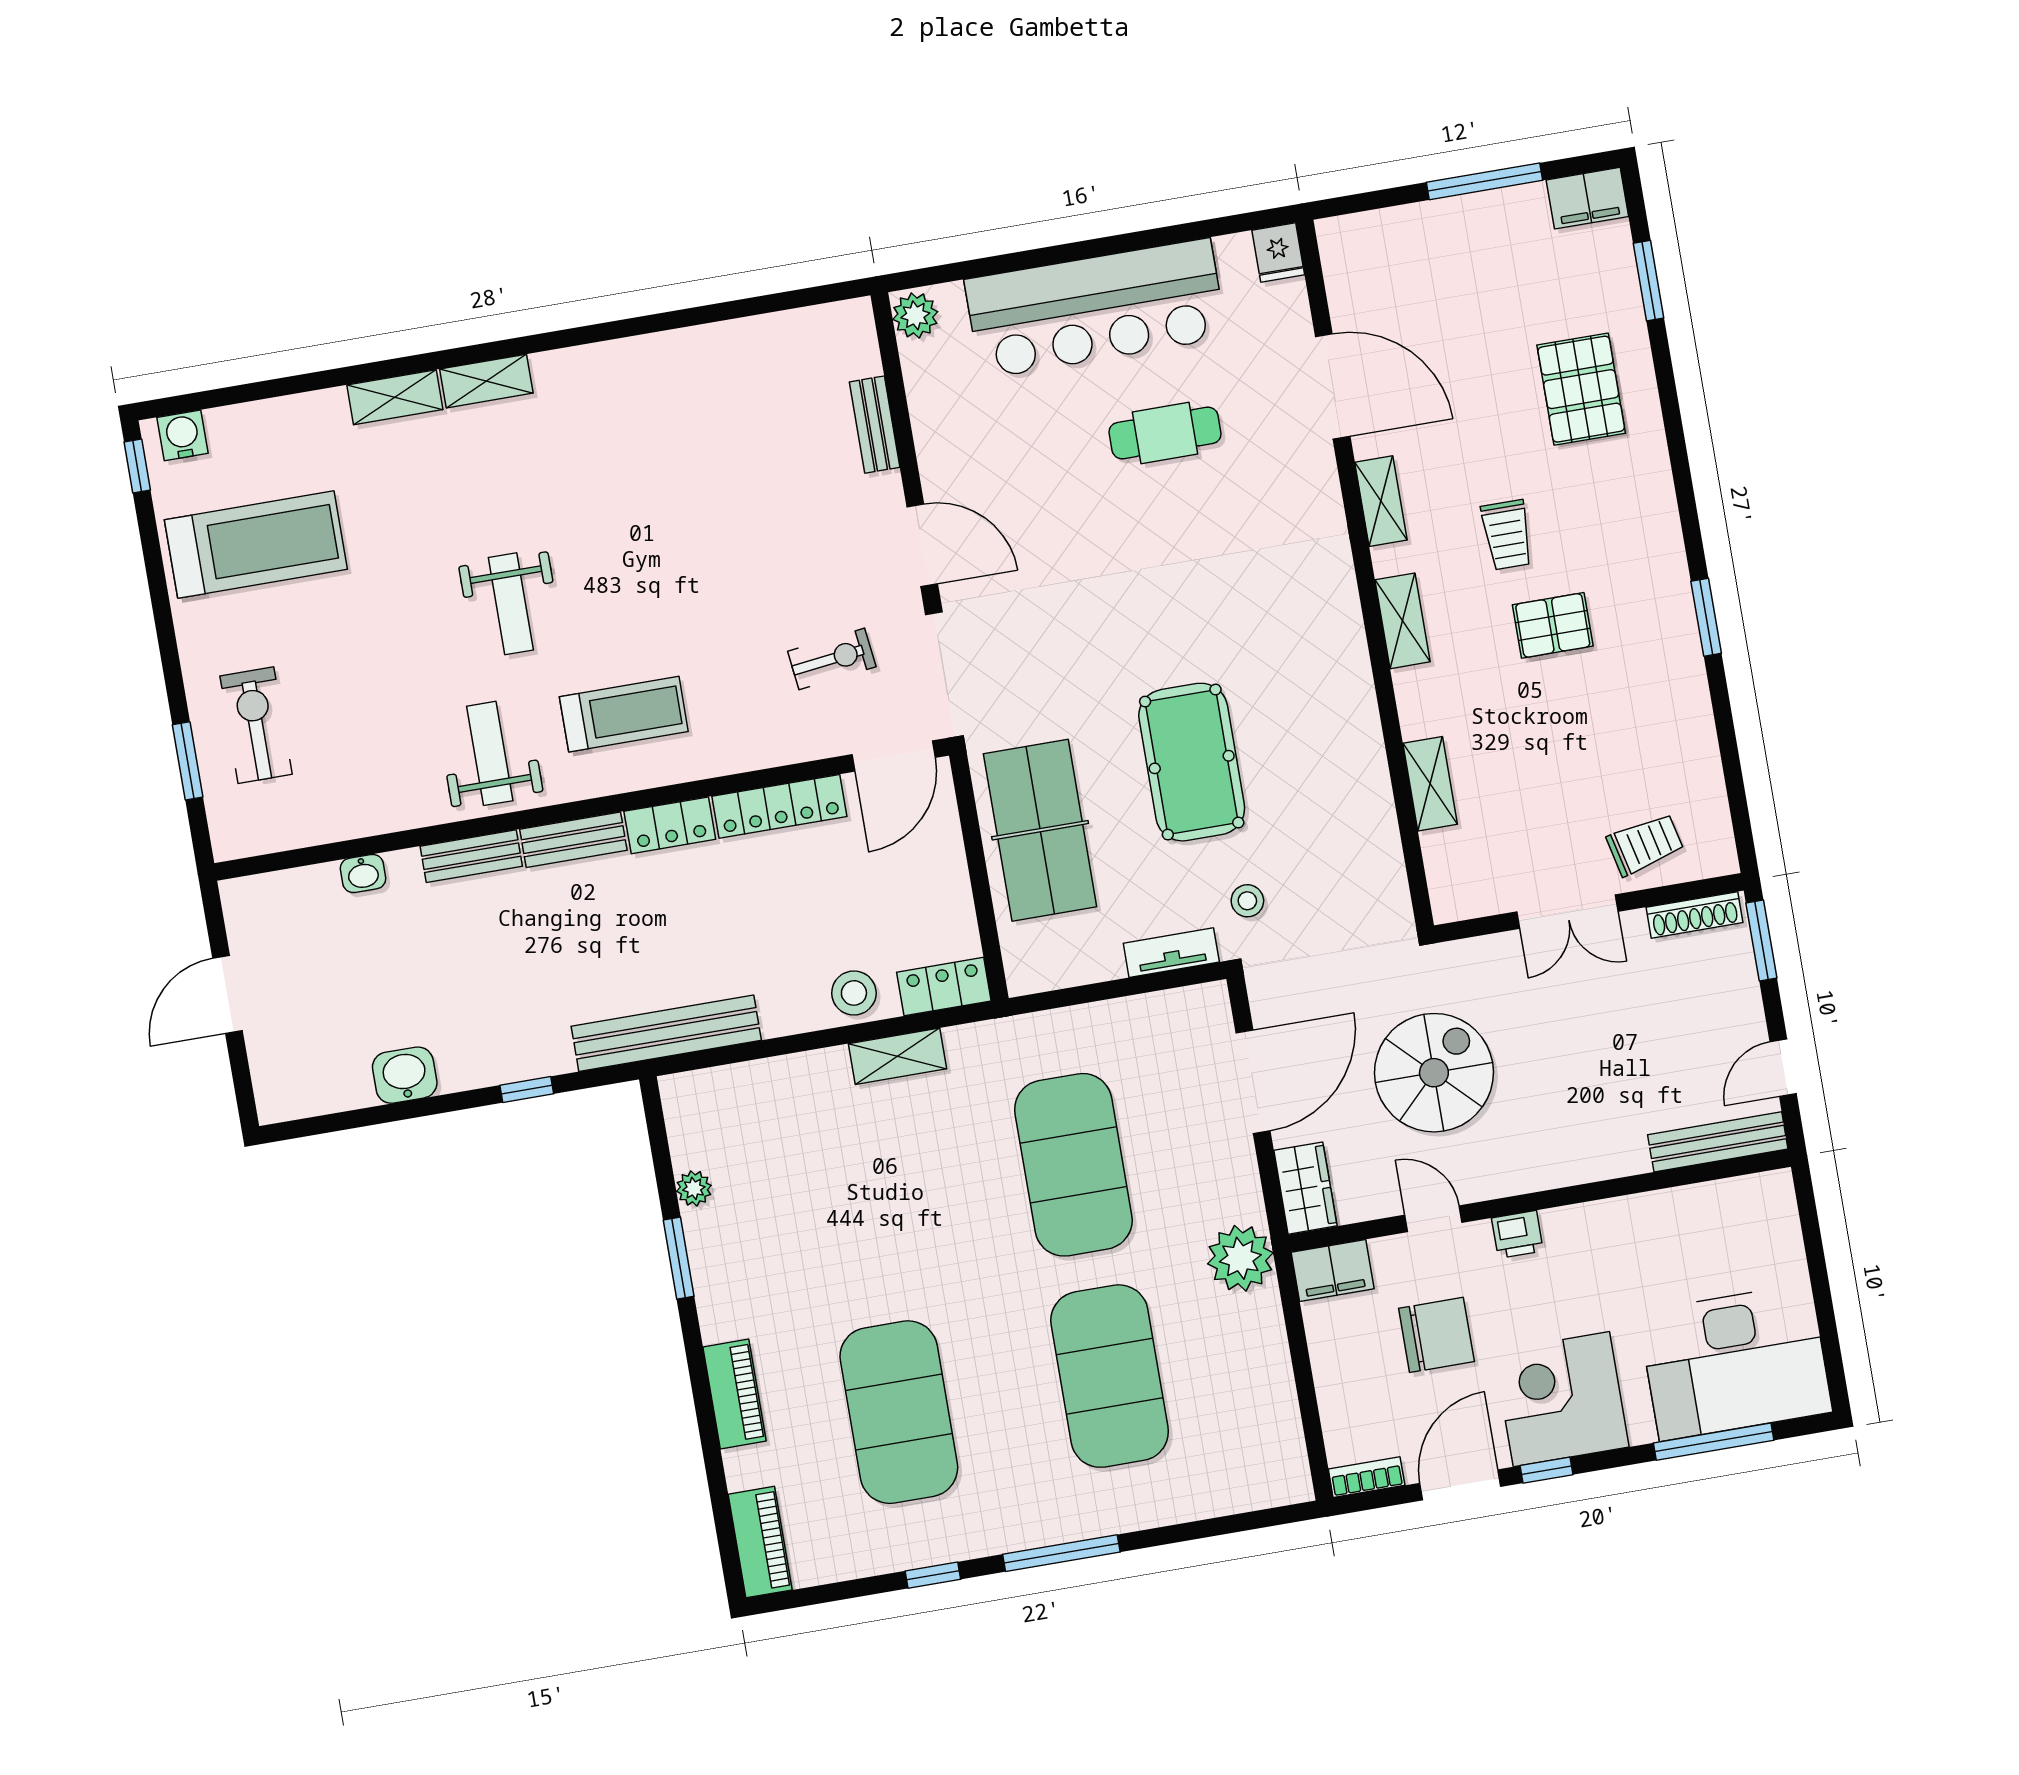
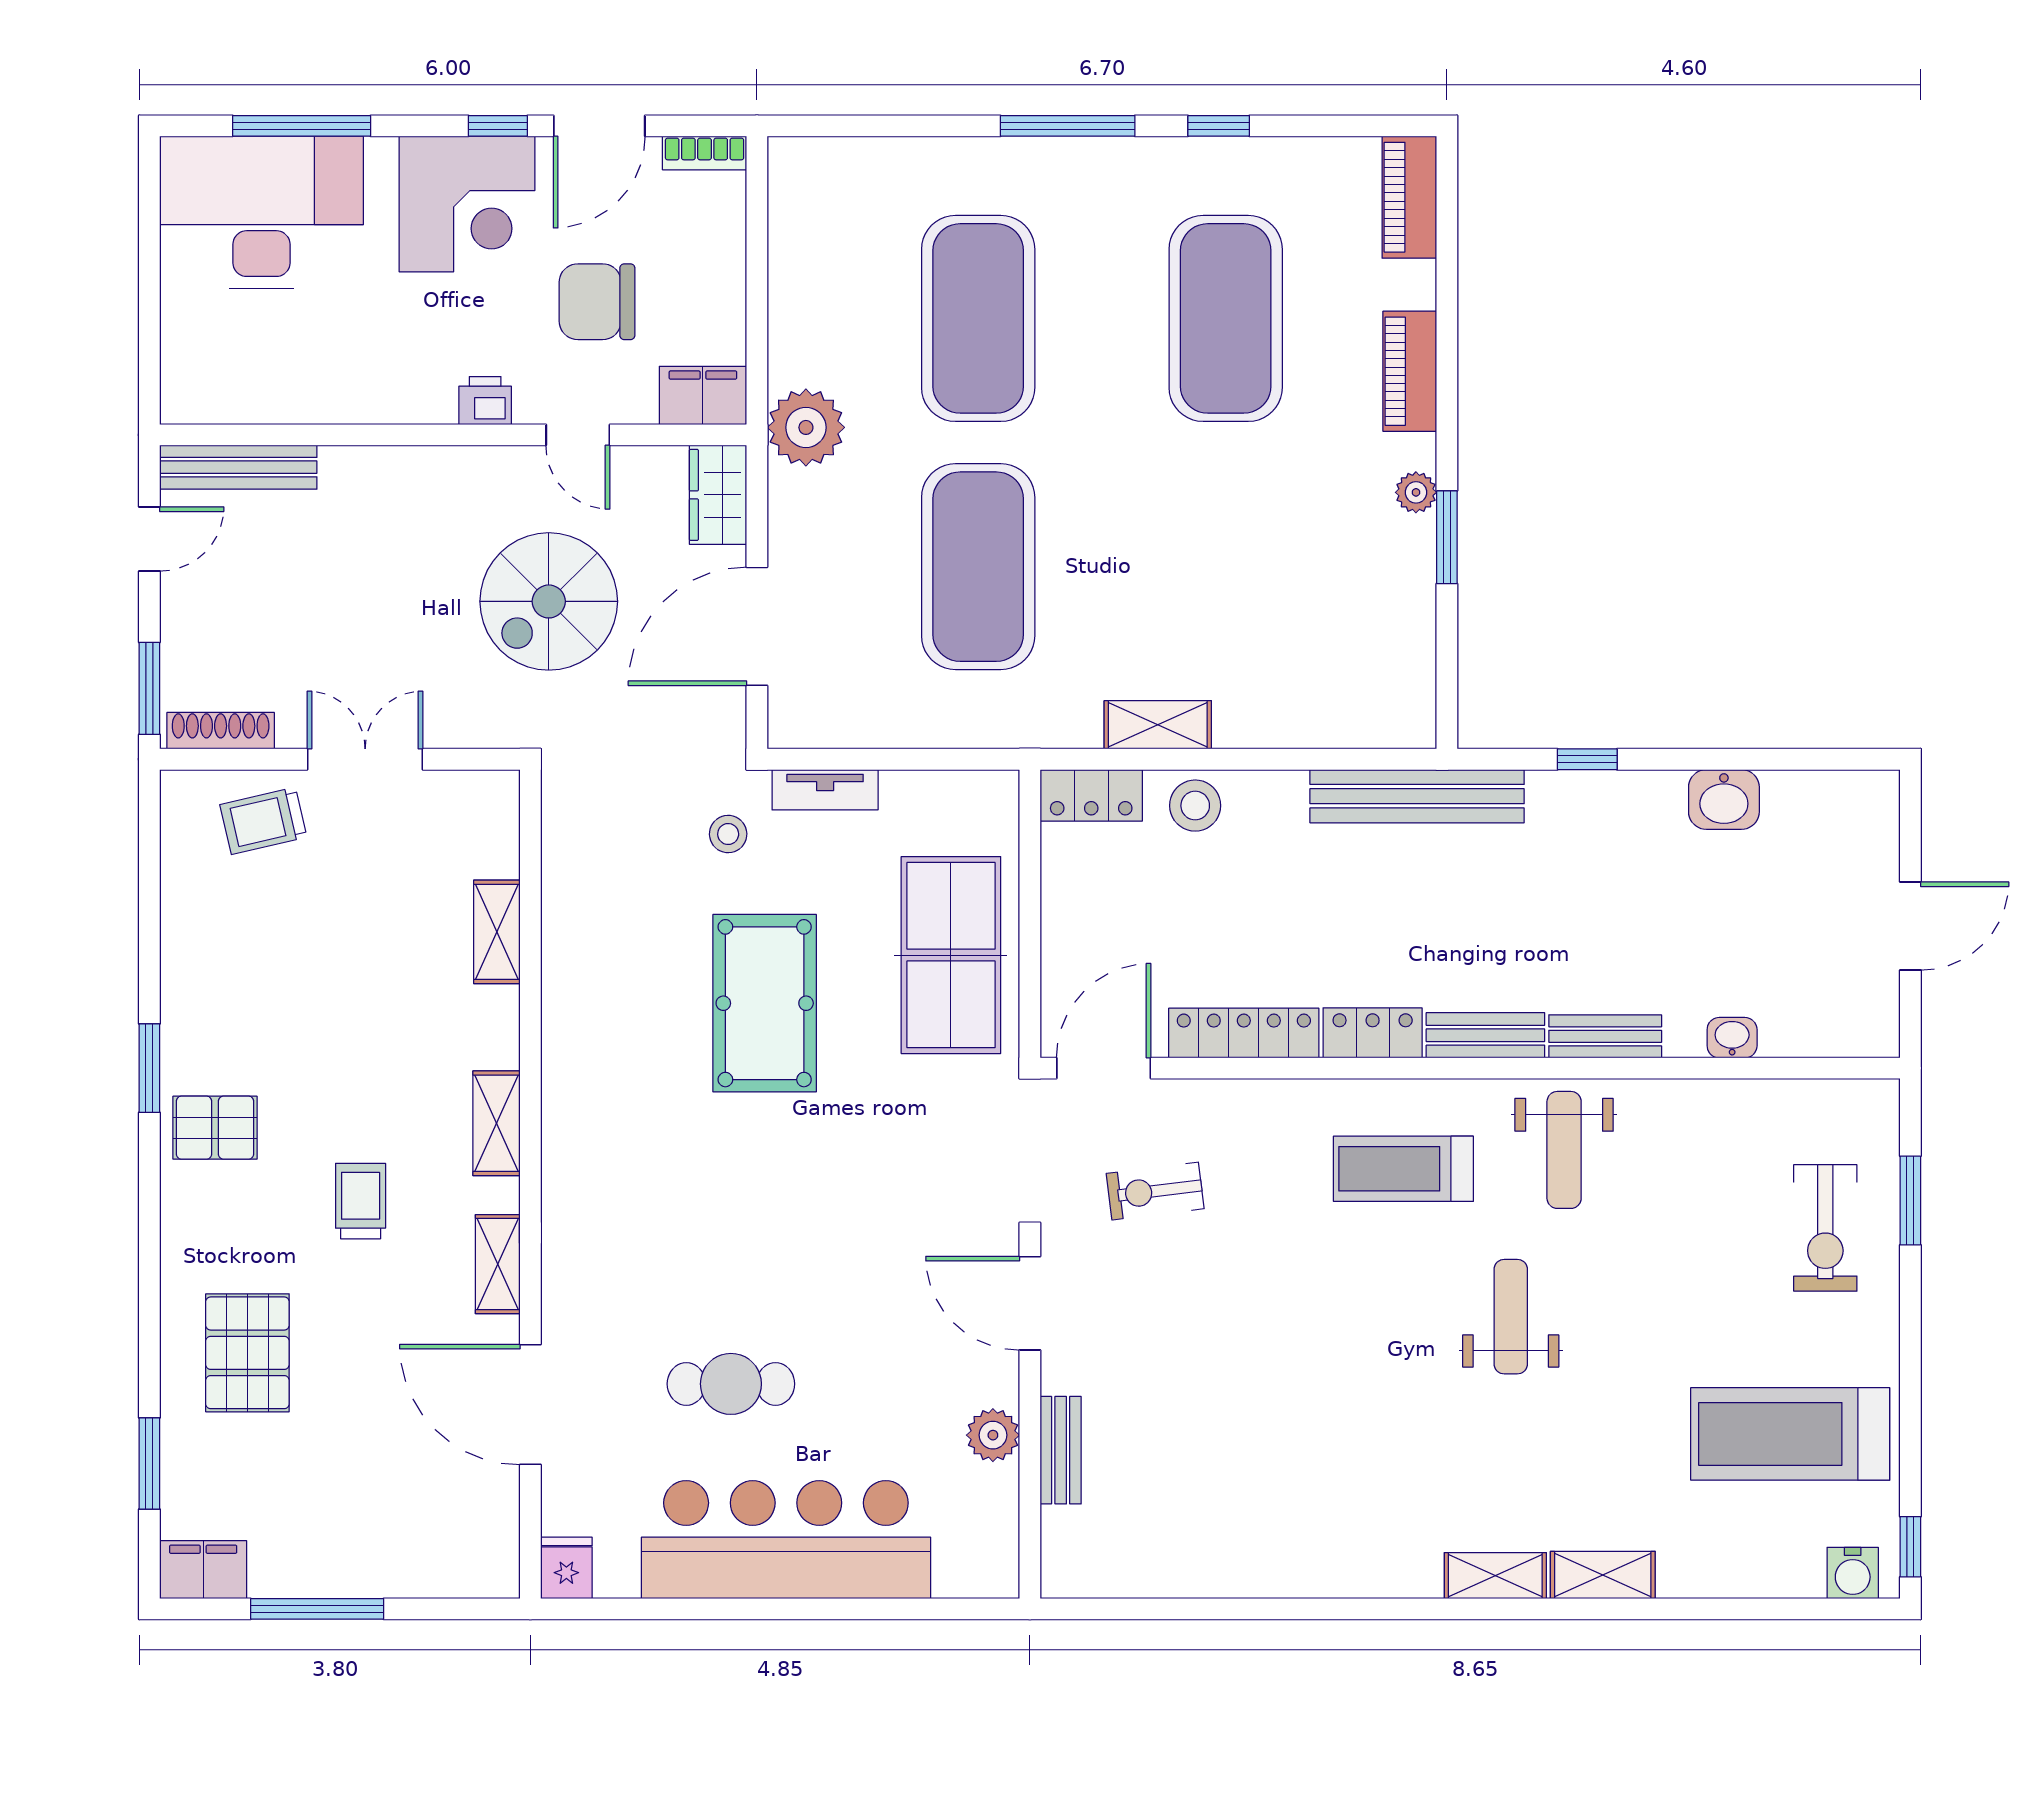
plant: (915, 315) -> (993, 1435), moved
pallet: (1553, 625) -> (215, 1128), moved
plant: (694, 1188) -> (1416, 492), moved

